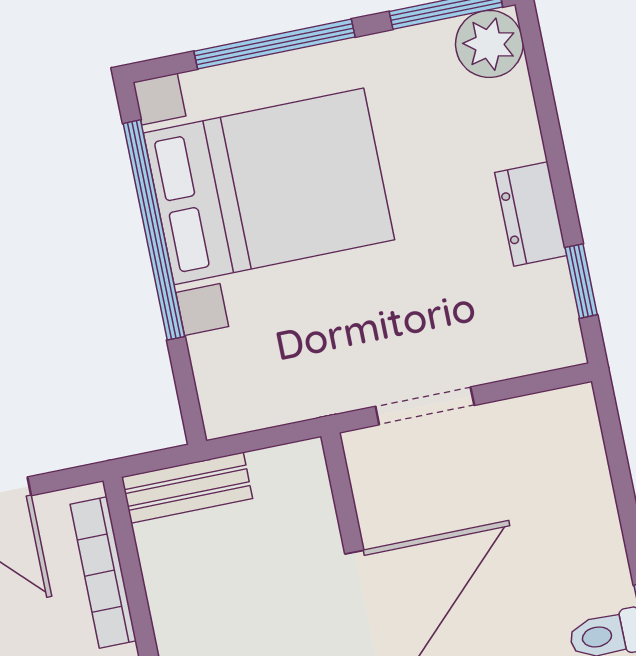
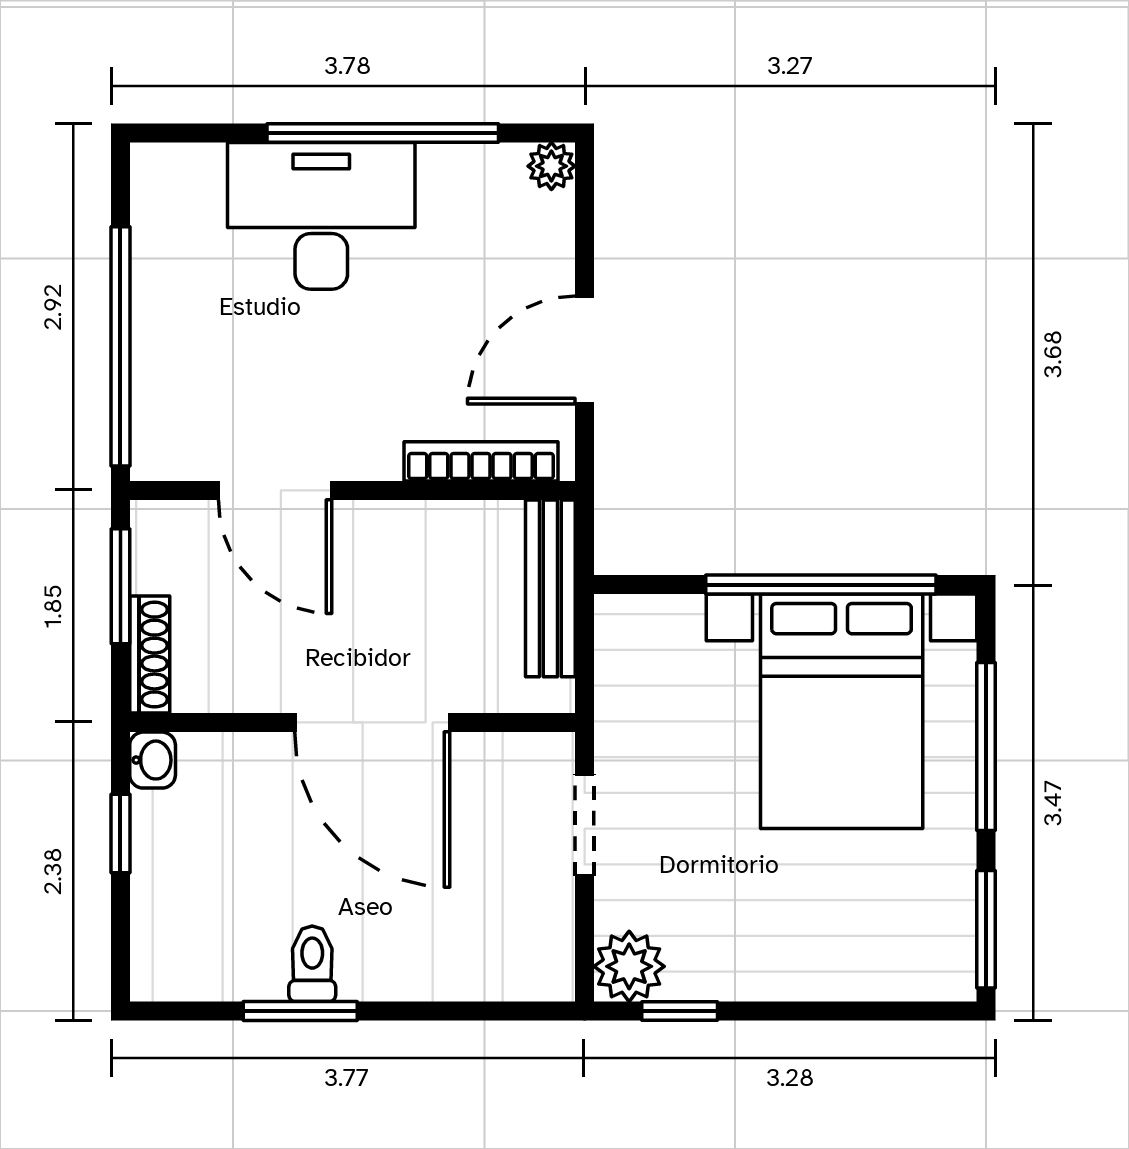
plant: (489, 44) -> (629, 966), moved
dresser: (531, 214) -> (759, 973), removed
bench: (187, 488) -> (550, 588), width x1.36

